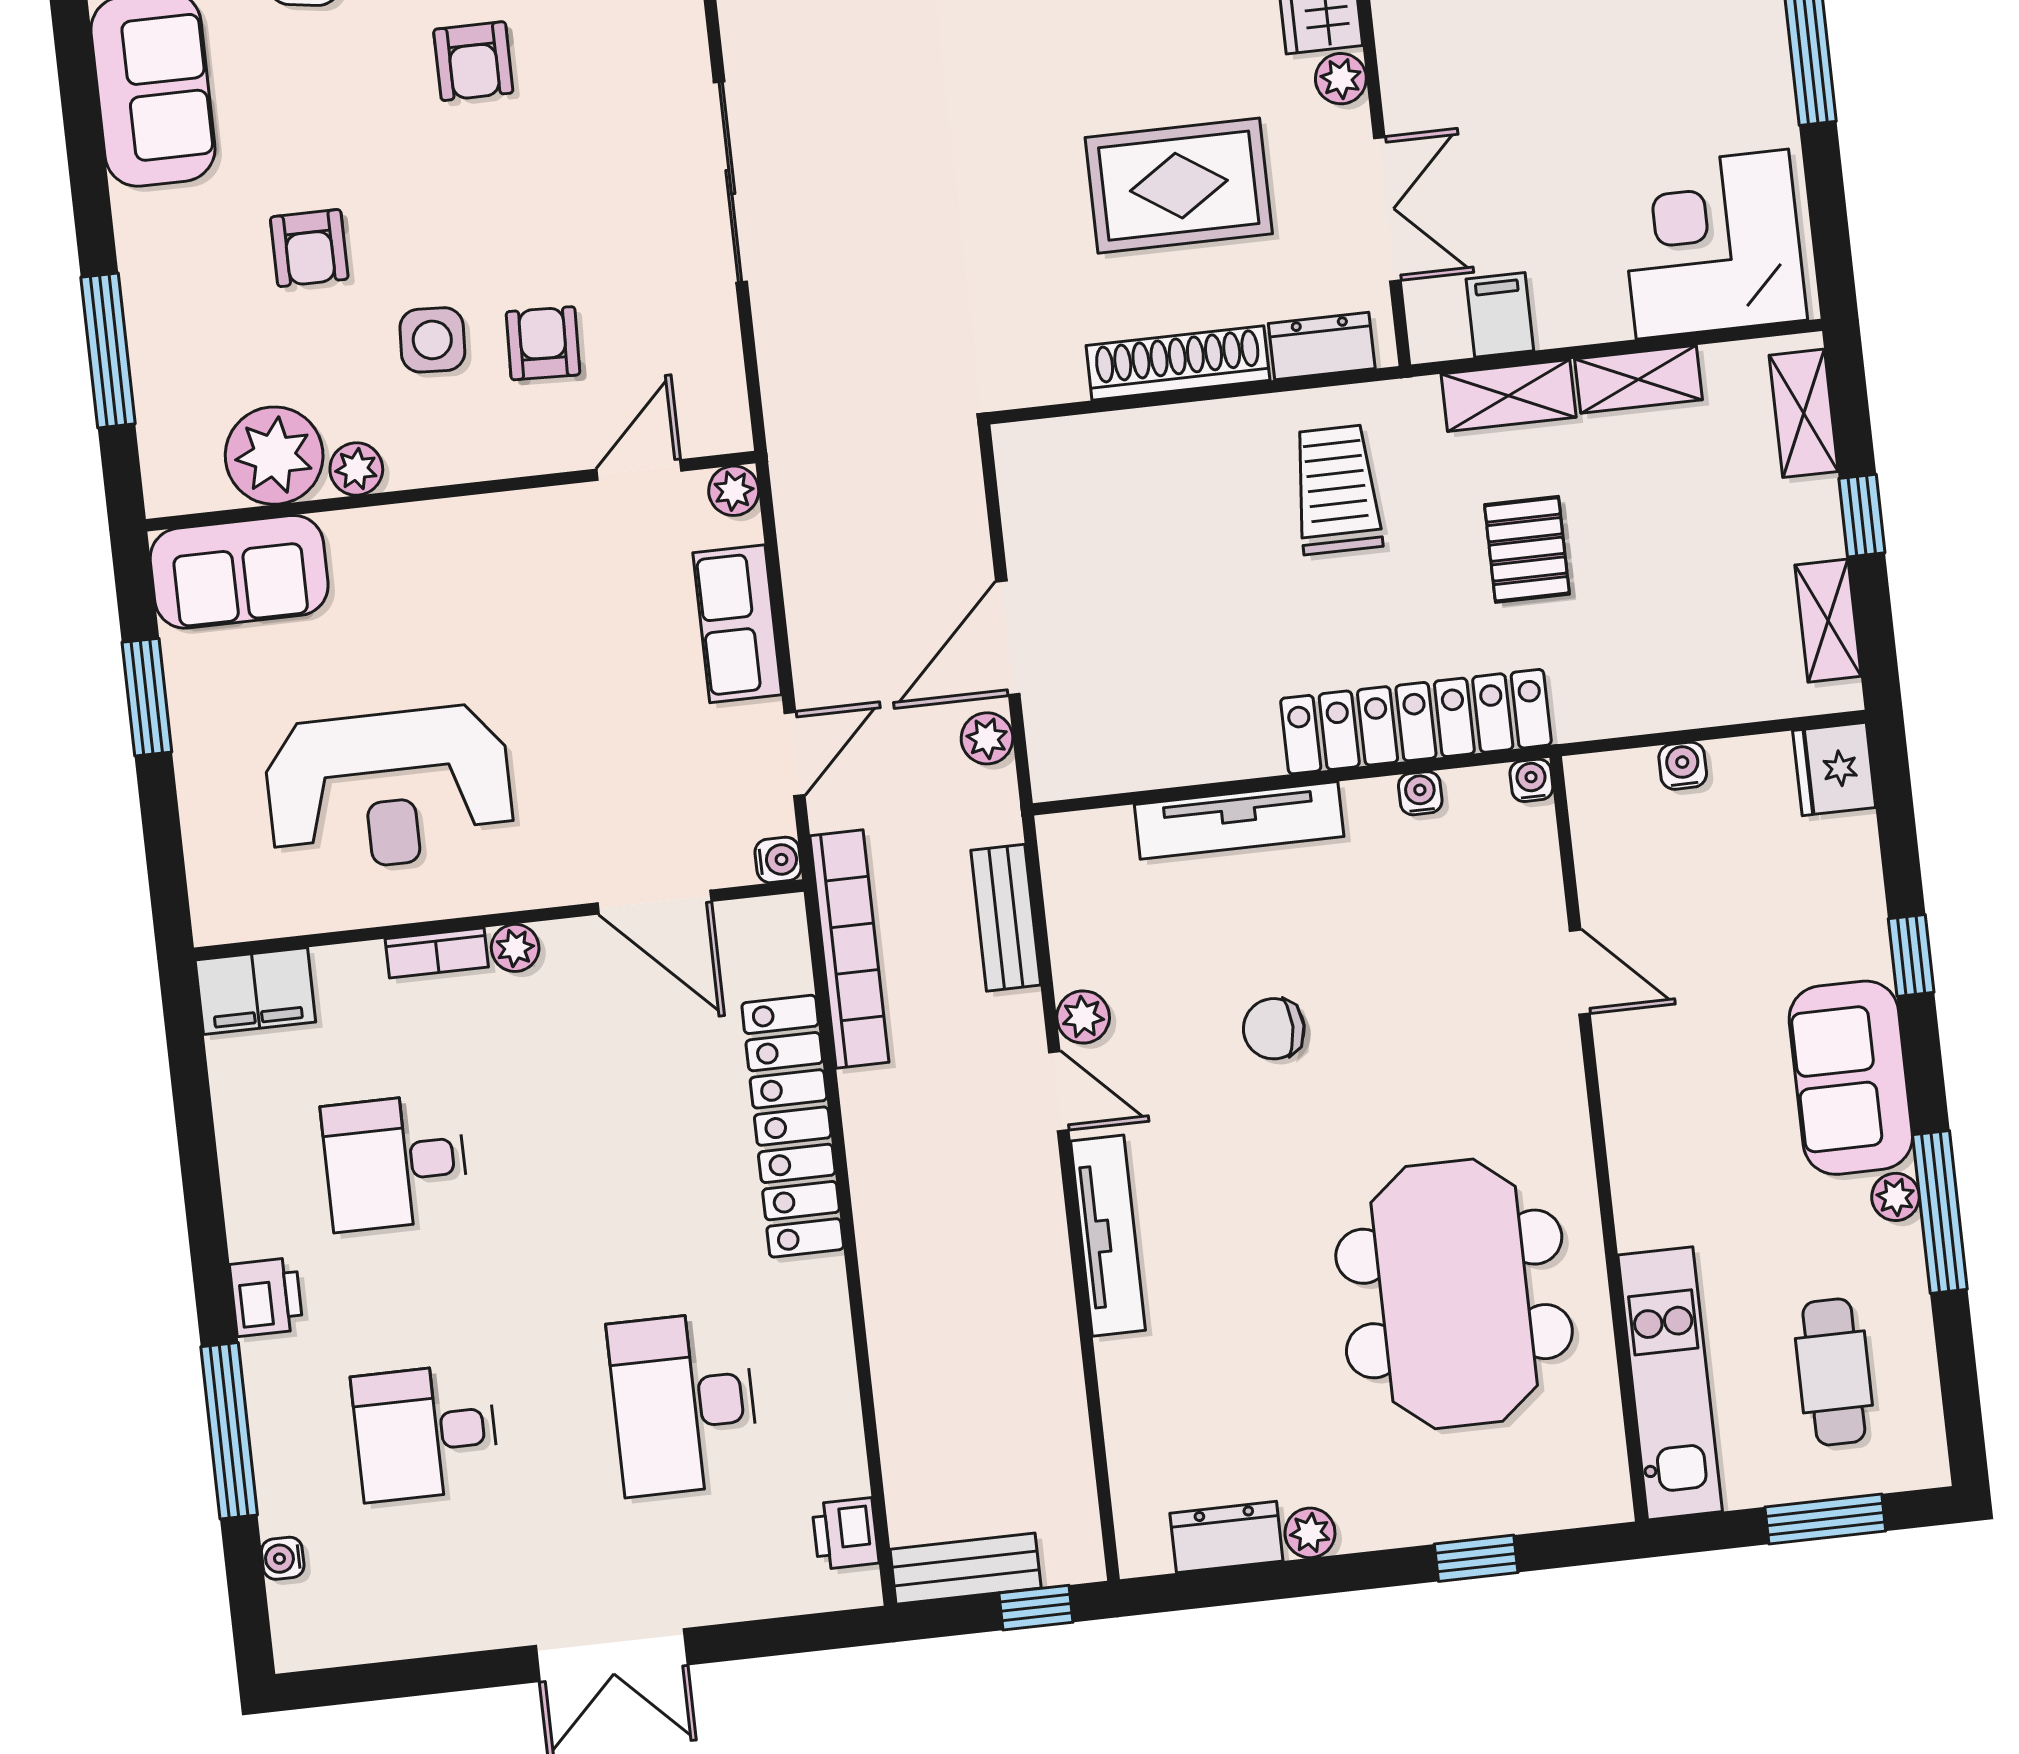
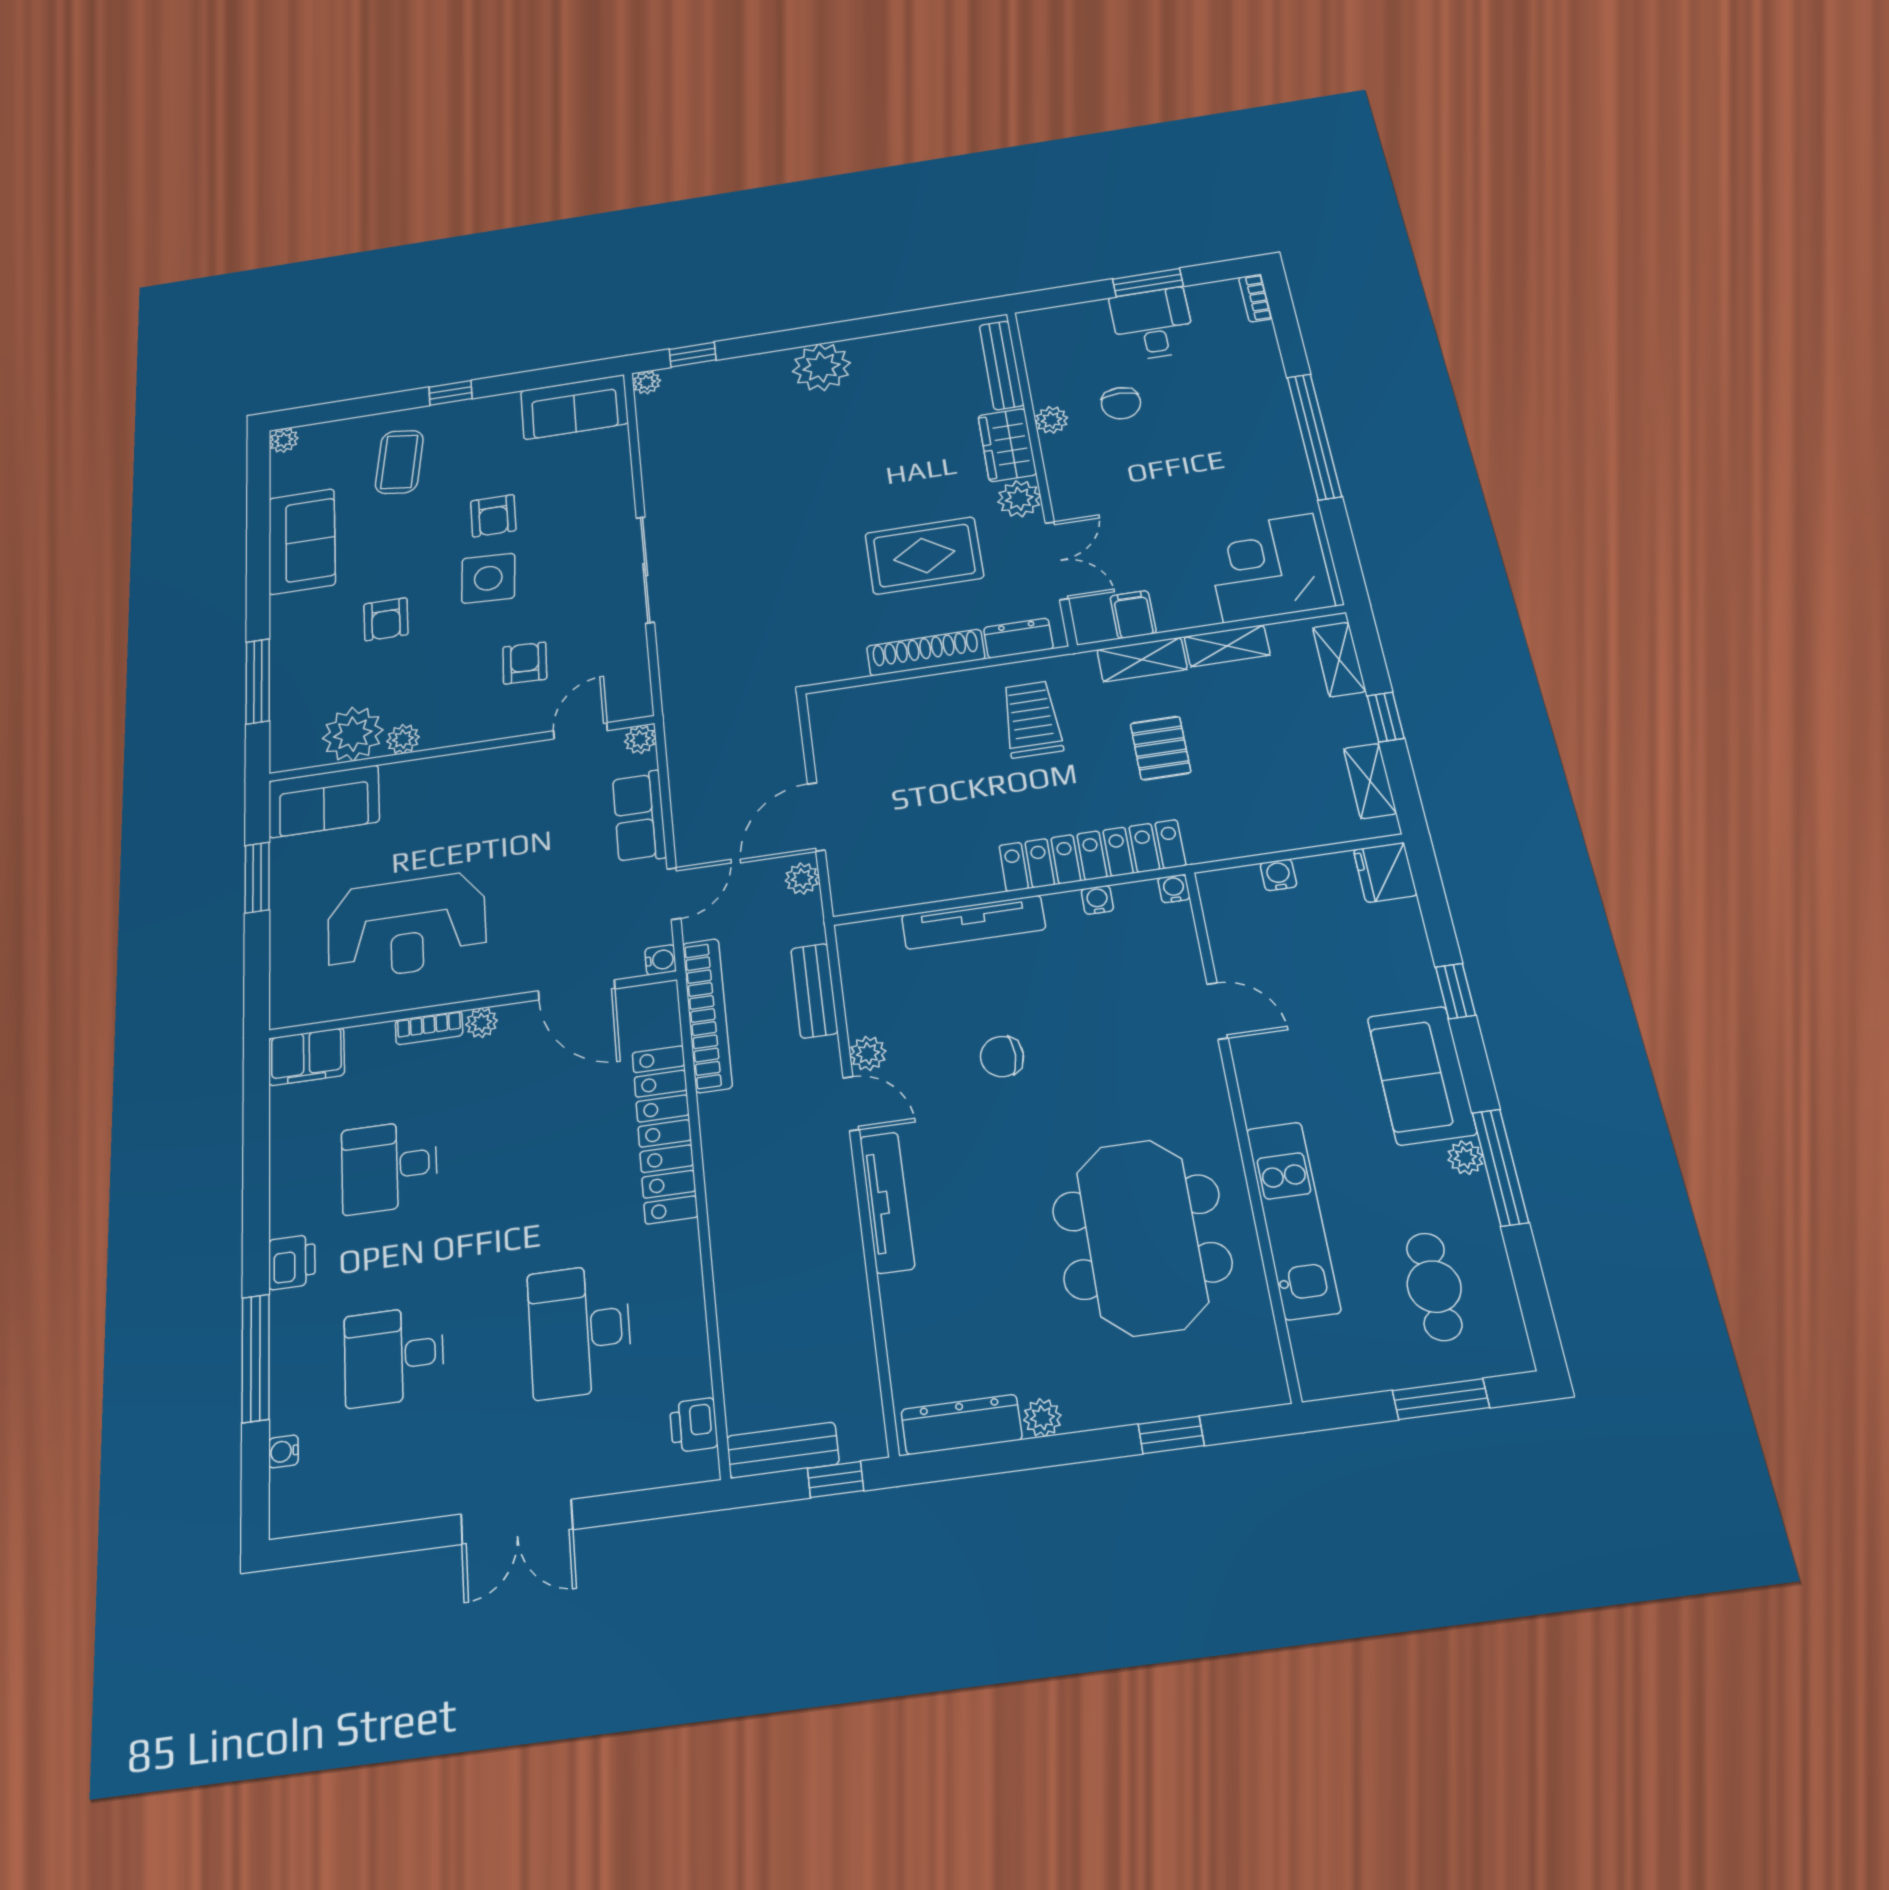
plant: (1341, 79) -> (1019, 499), width x1.38, depth x1.38
side table: (432, 340) -> (488, 578), moved, width x1.37, depth x1.37
kitchen unit: (1670, 1383) -> (1293, 1220), moved
dresser: (1226, 1537) -> (961, 1424), width x1.44

